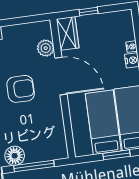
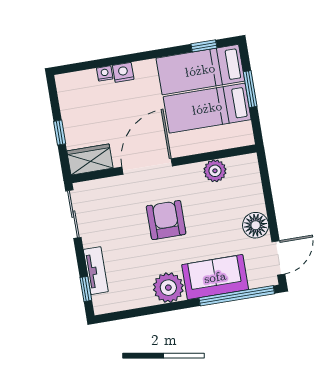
sliding door: (27, 20) -> (73, 214), added
plant: (46, 48) -> (215, 171), moved
window: (34, 166) -> (268, 199), removed

